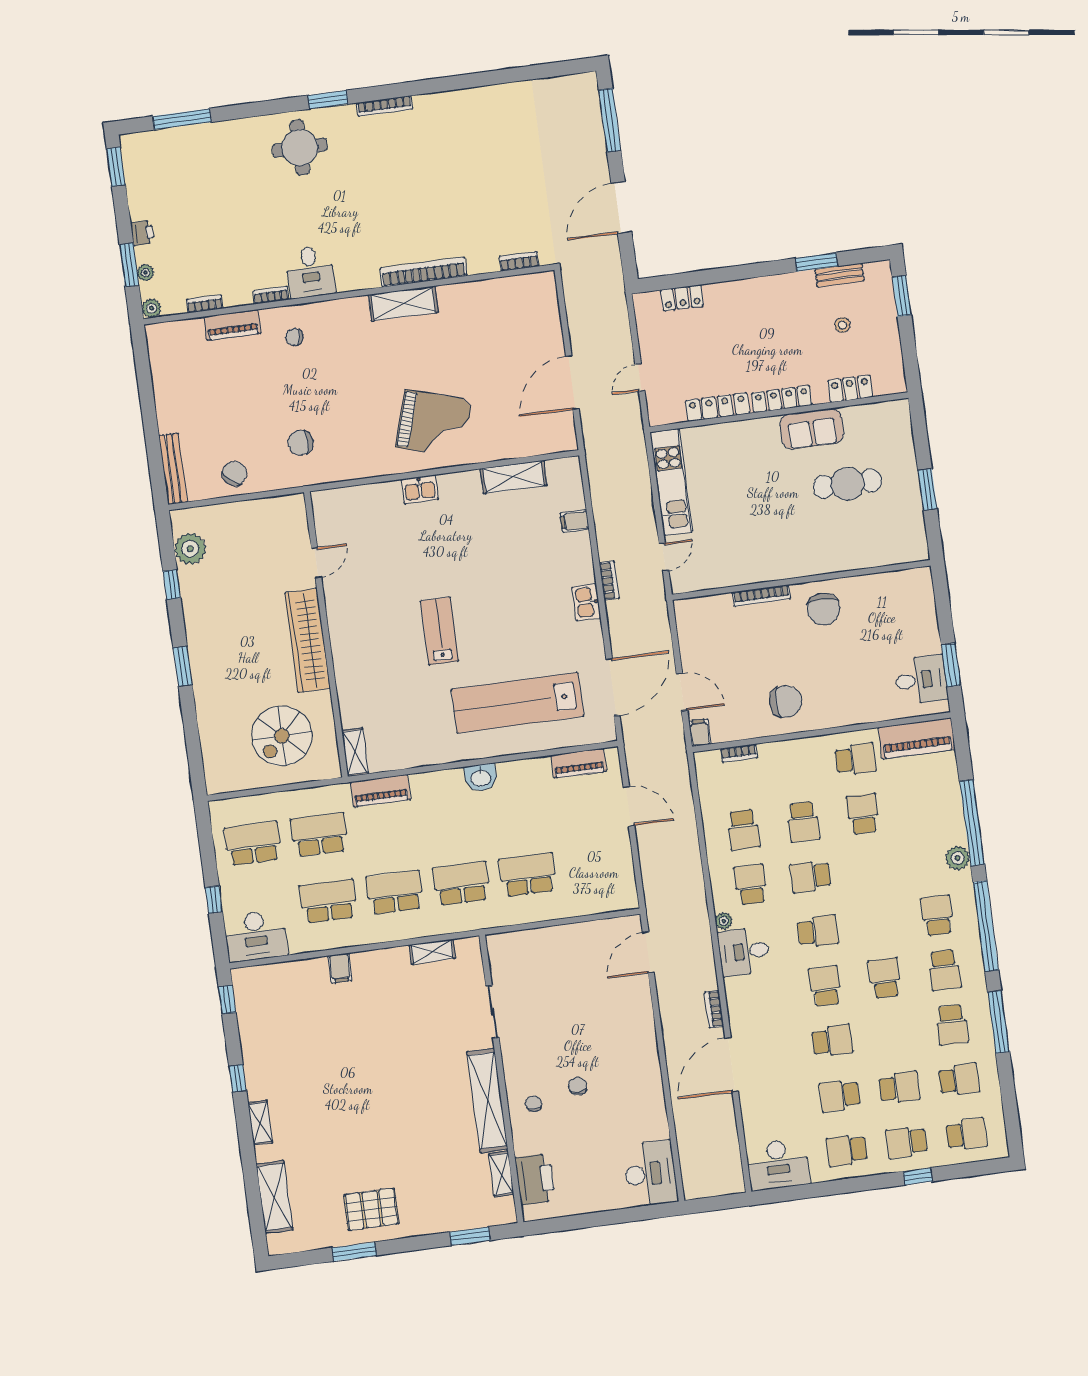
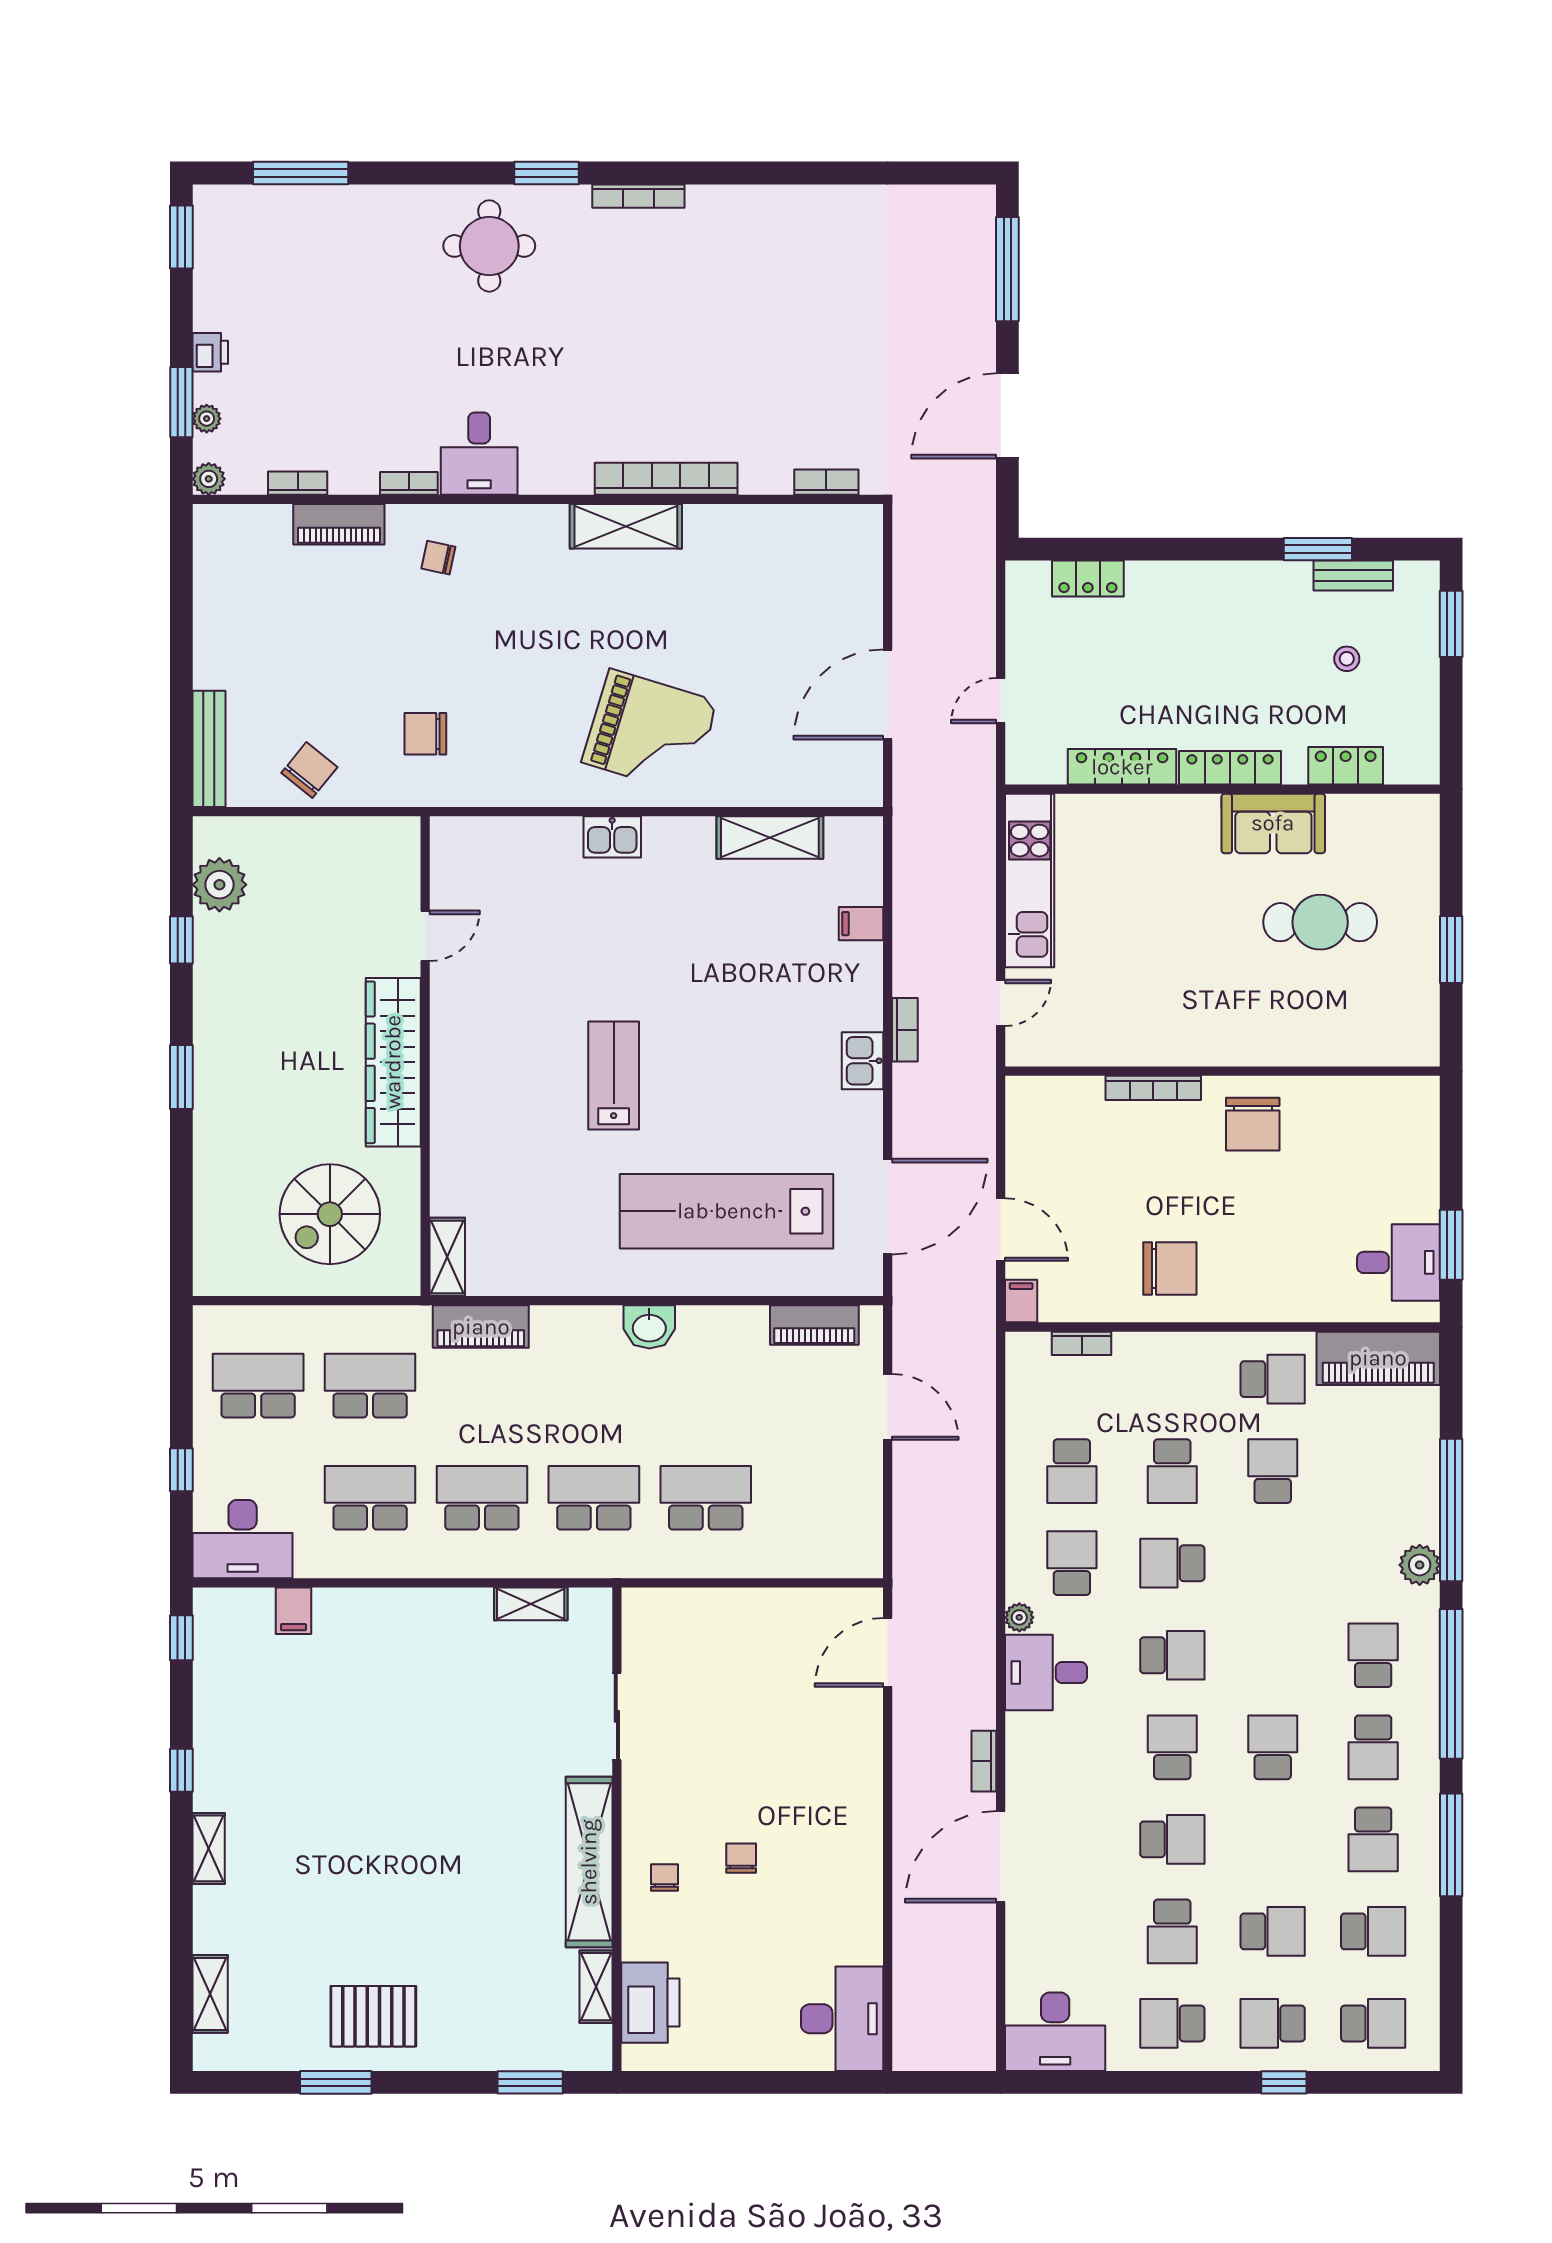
filing cabinet: (340, 968) -> (293, 1611), moved
school desk: (840, 1095) -> (1172, 1931), turned -90
shelving: (274, 1197) -> (210, 1994), width x0.67, depth x0.75

